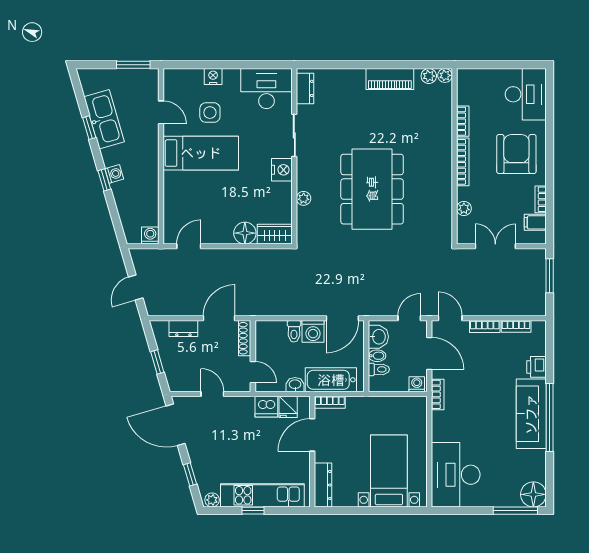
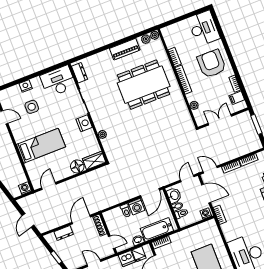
bed: (201, 153) -> (41, 146), moved
dining table: (372, 189) -> (144, 85), moved, turned 90

